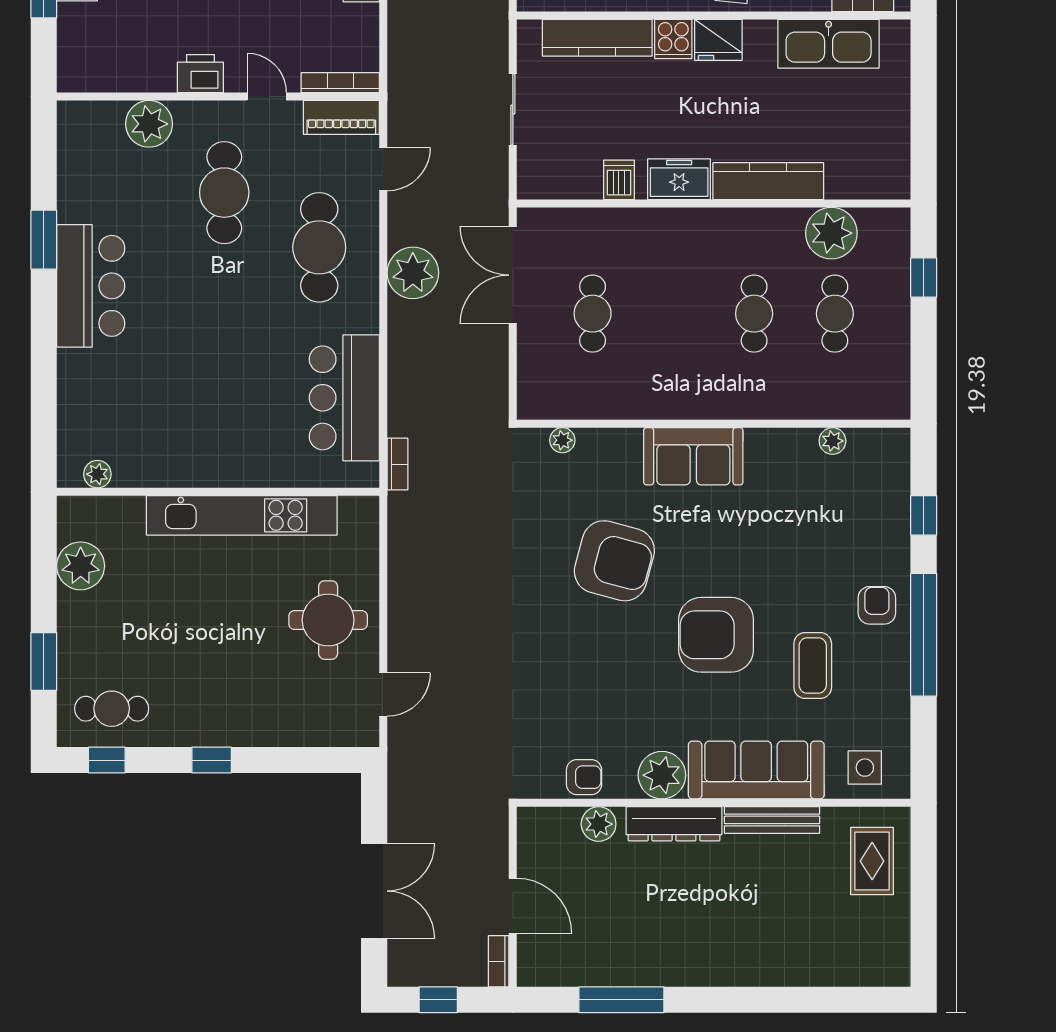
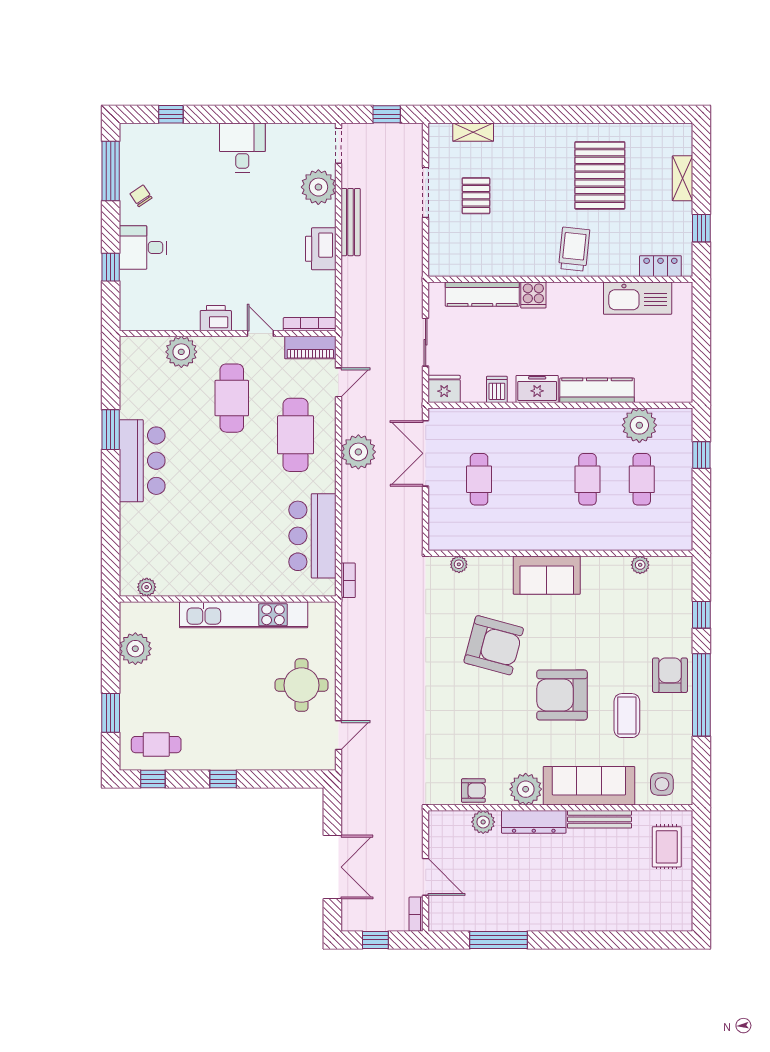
fridge: (718, 40) -> (444, 389), moved, turned 180
armchair: (877, 605) -> (670, 675), width x1.38, depth x1.38

